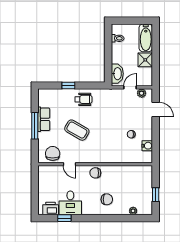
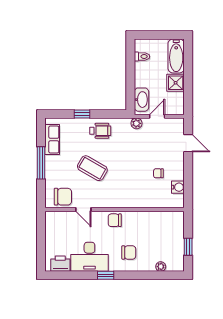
plant: (142, 93) -> (137, 123), moved
row of seats: (44, 119) -> (52, 140), moved
chair: (53, 153) -> (63, 197), turned 90
desk: (70, 203) -> (89, 257), width x1.37
window: (64, 218) -> (106, 275), moved

